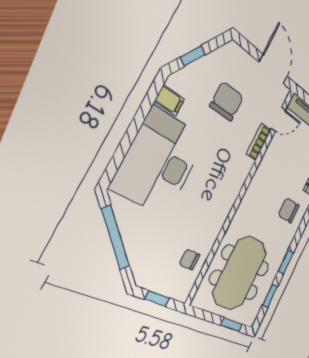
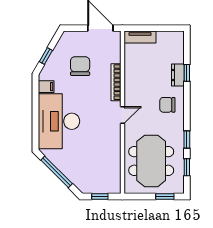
door: (278, 119) -> (122, 115), moved
bookcase: (259, 142) -> (116, 82), width x1.56
chair: (190, 259) -> (108, 166), removed

